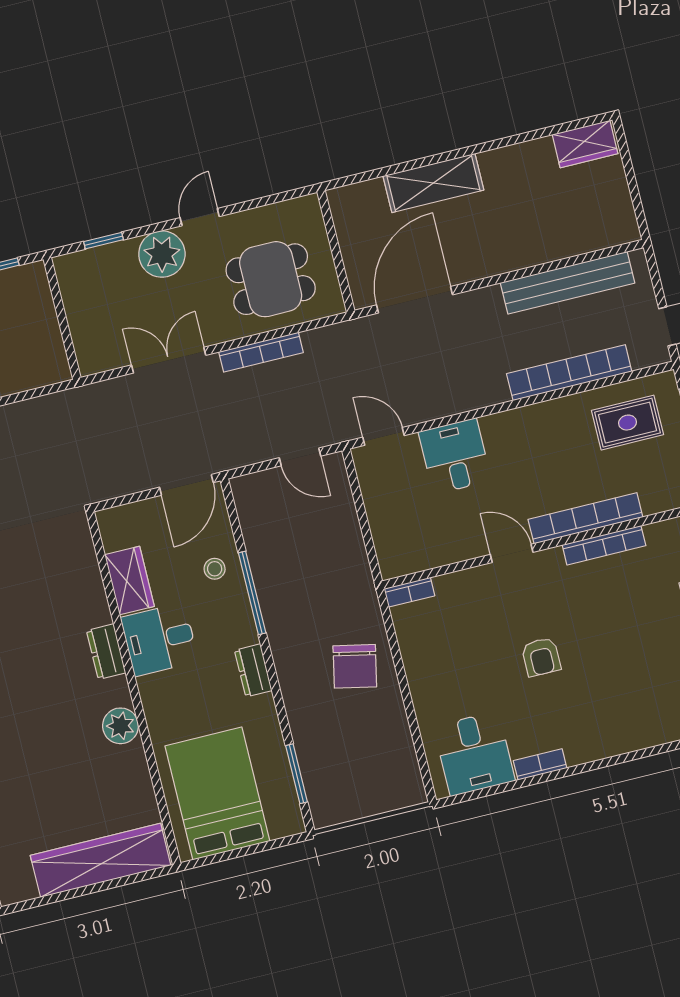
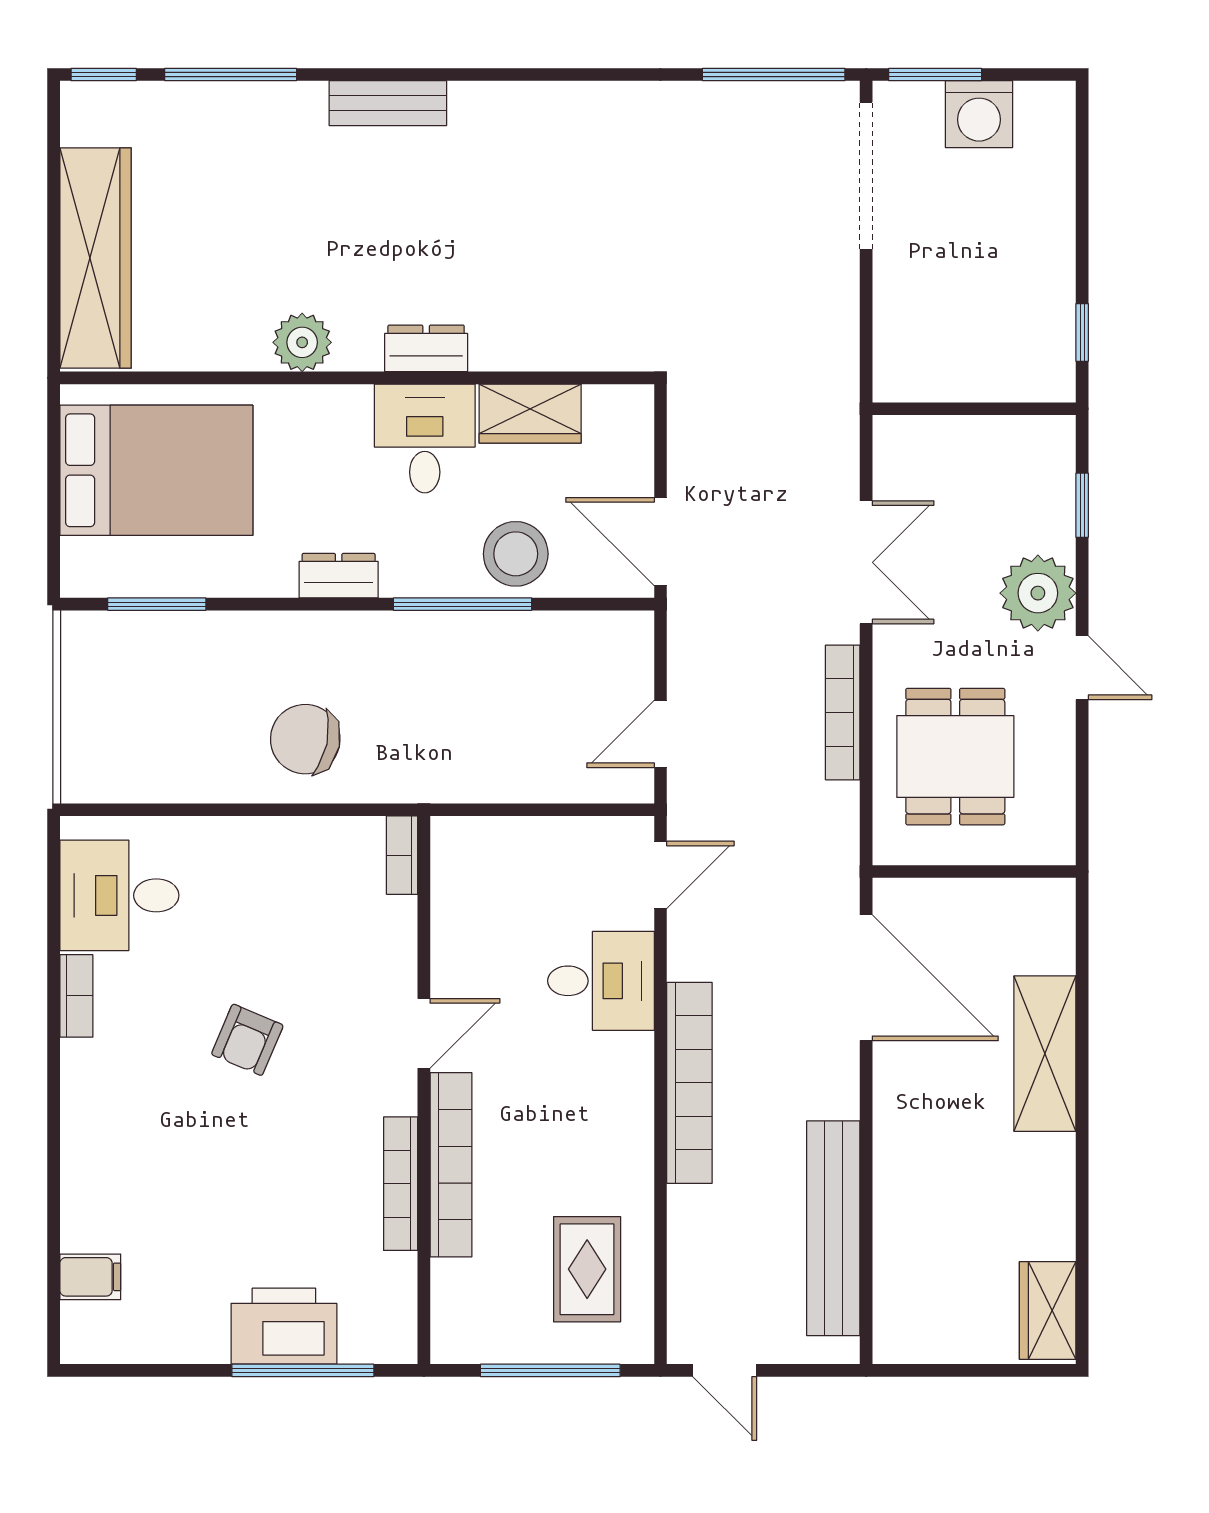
bookcase: (569, 373) -> (689, 1083), moved
stool: (215, 569) -> (516, 554), width x1.89, depth x1.89
armchair: (541, 657) -> (247, 1040), turned -67

